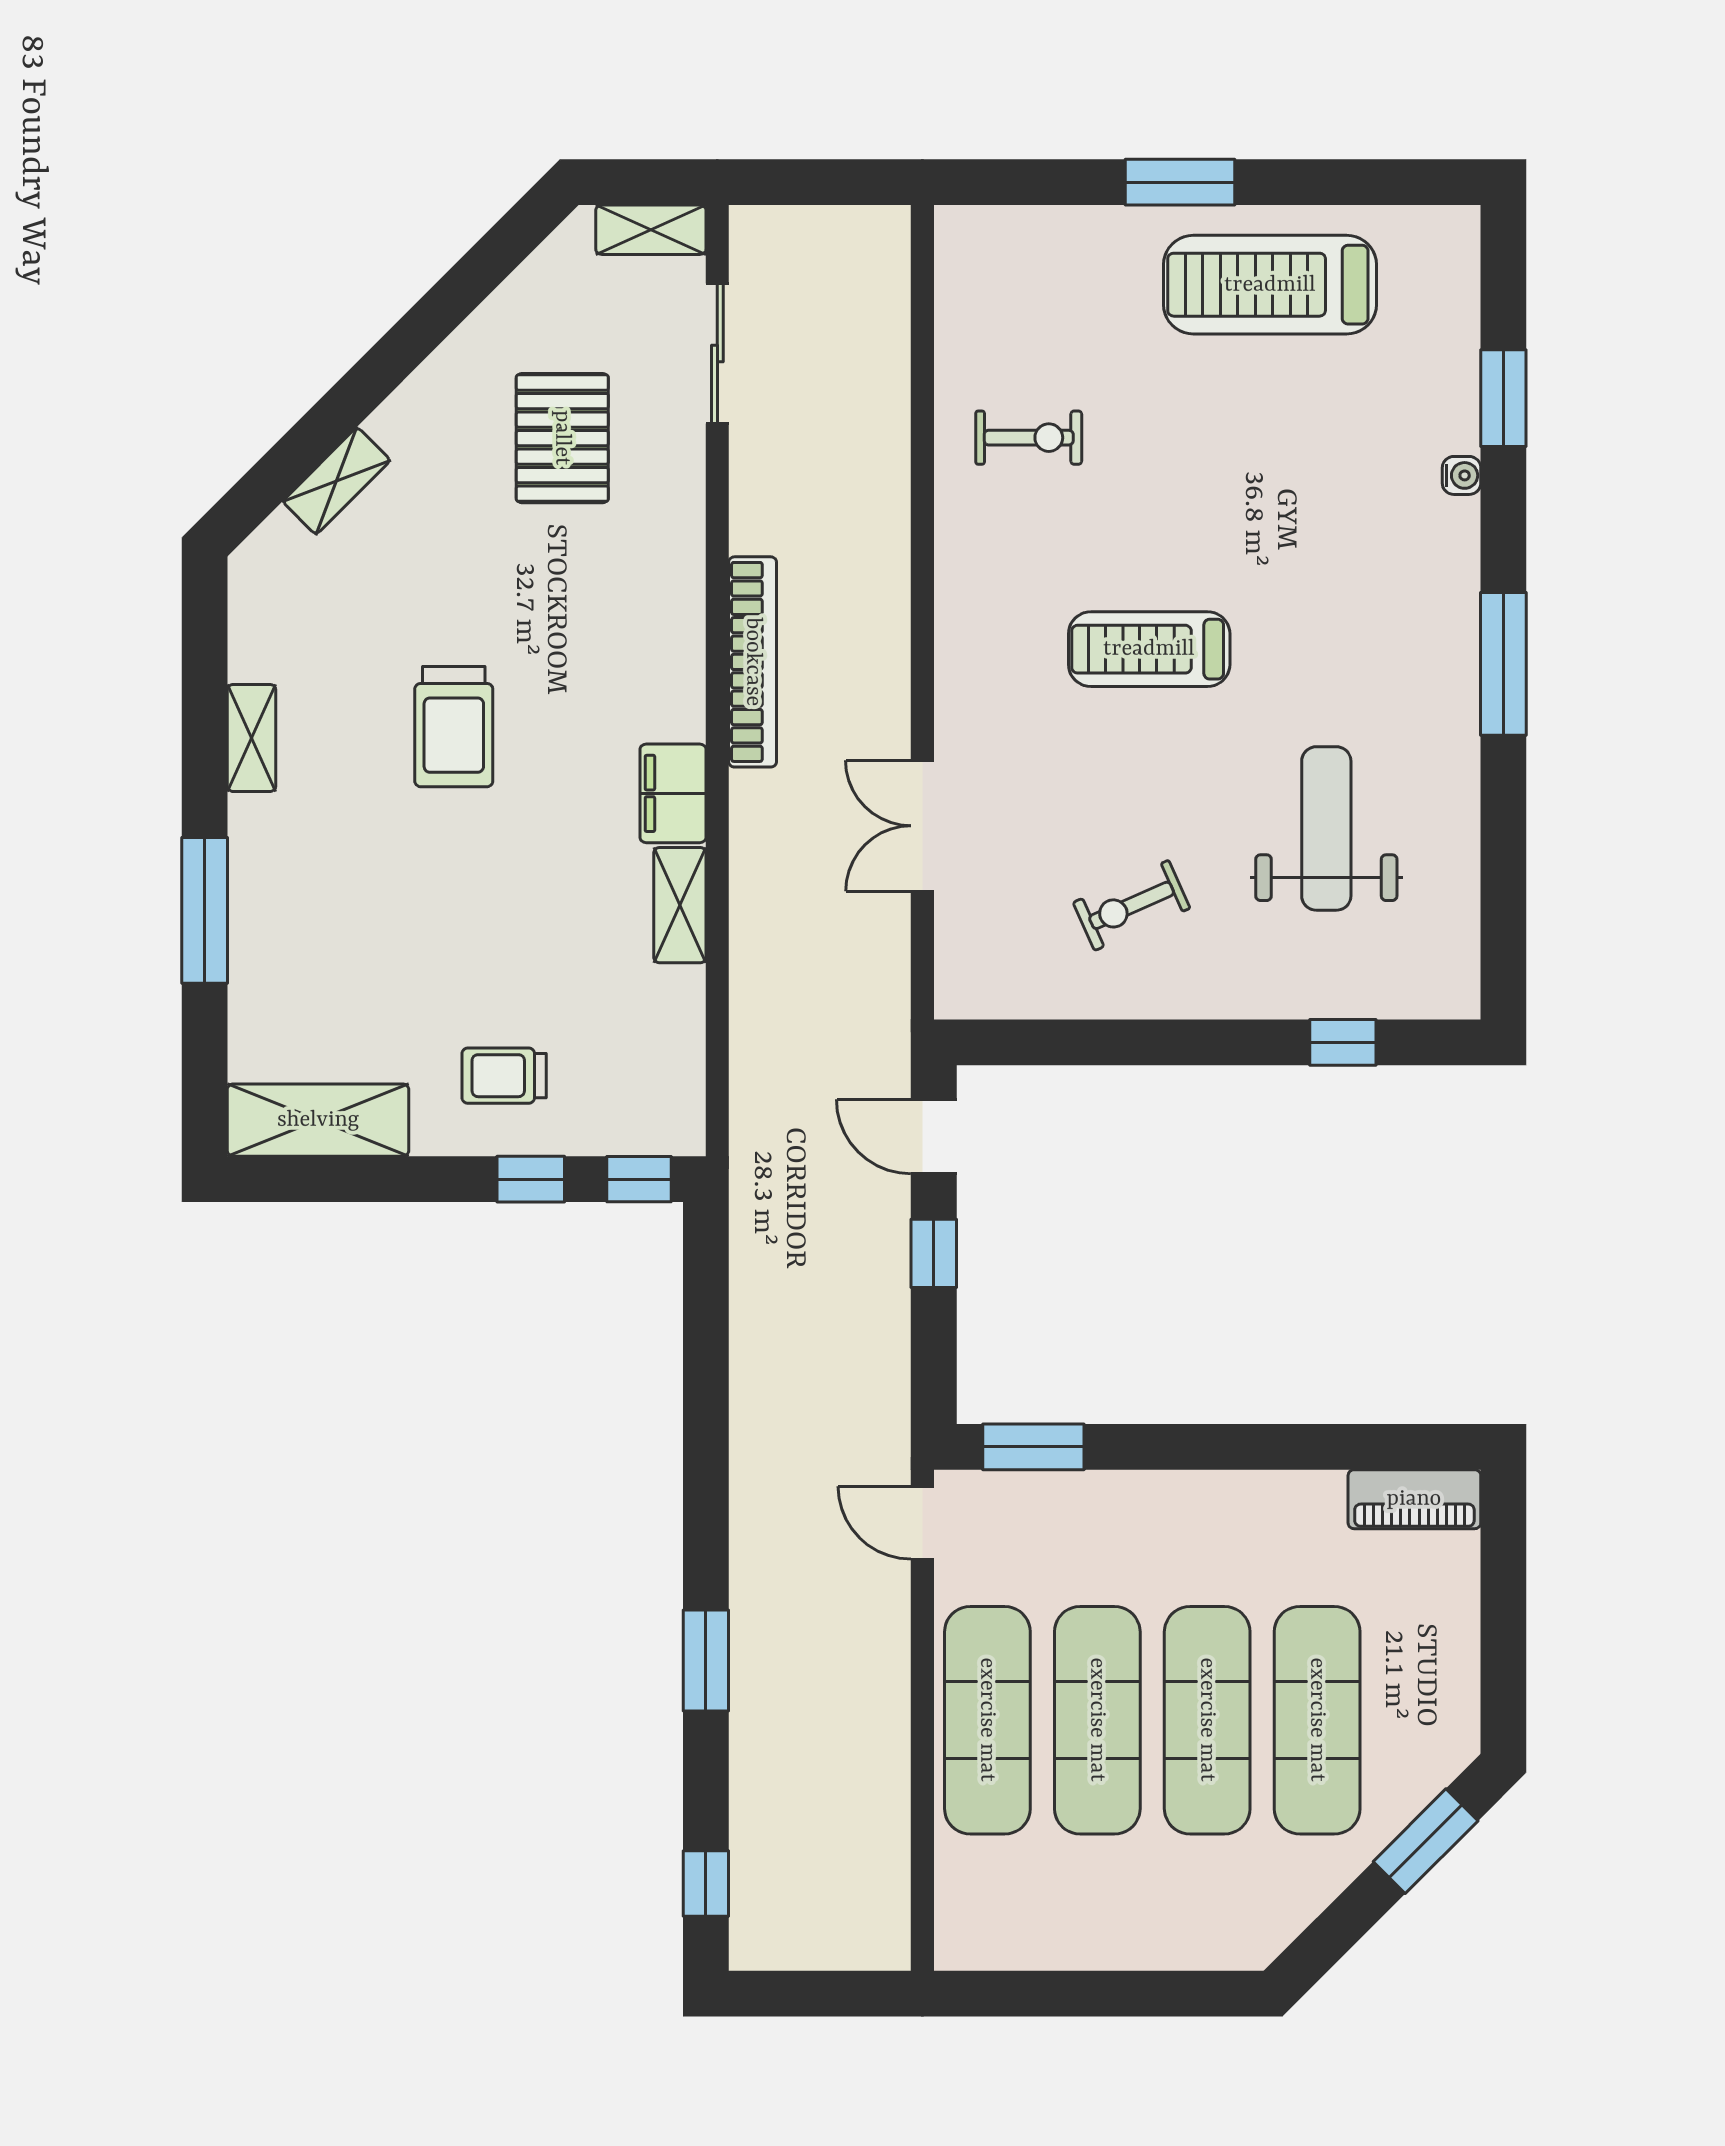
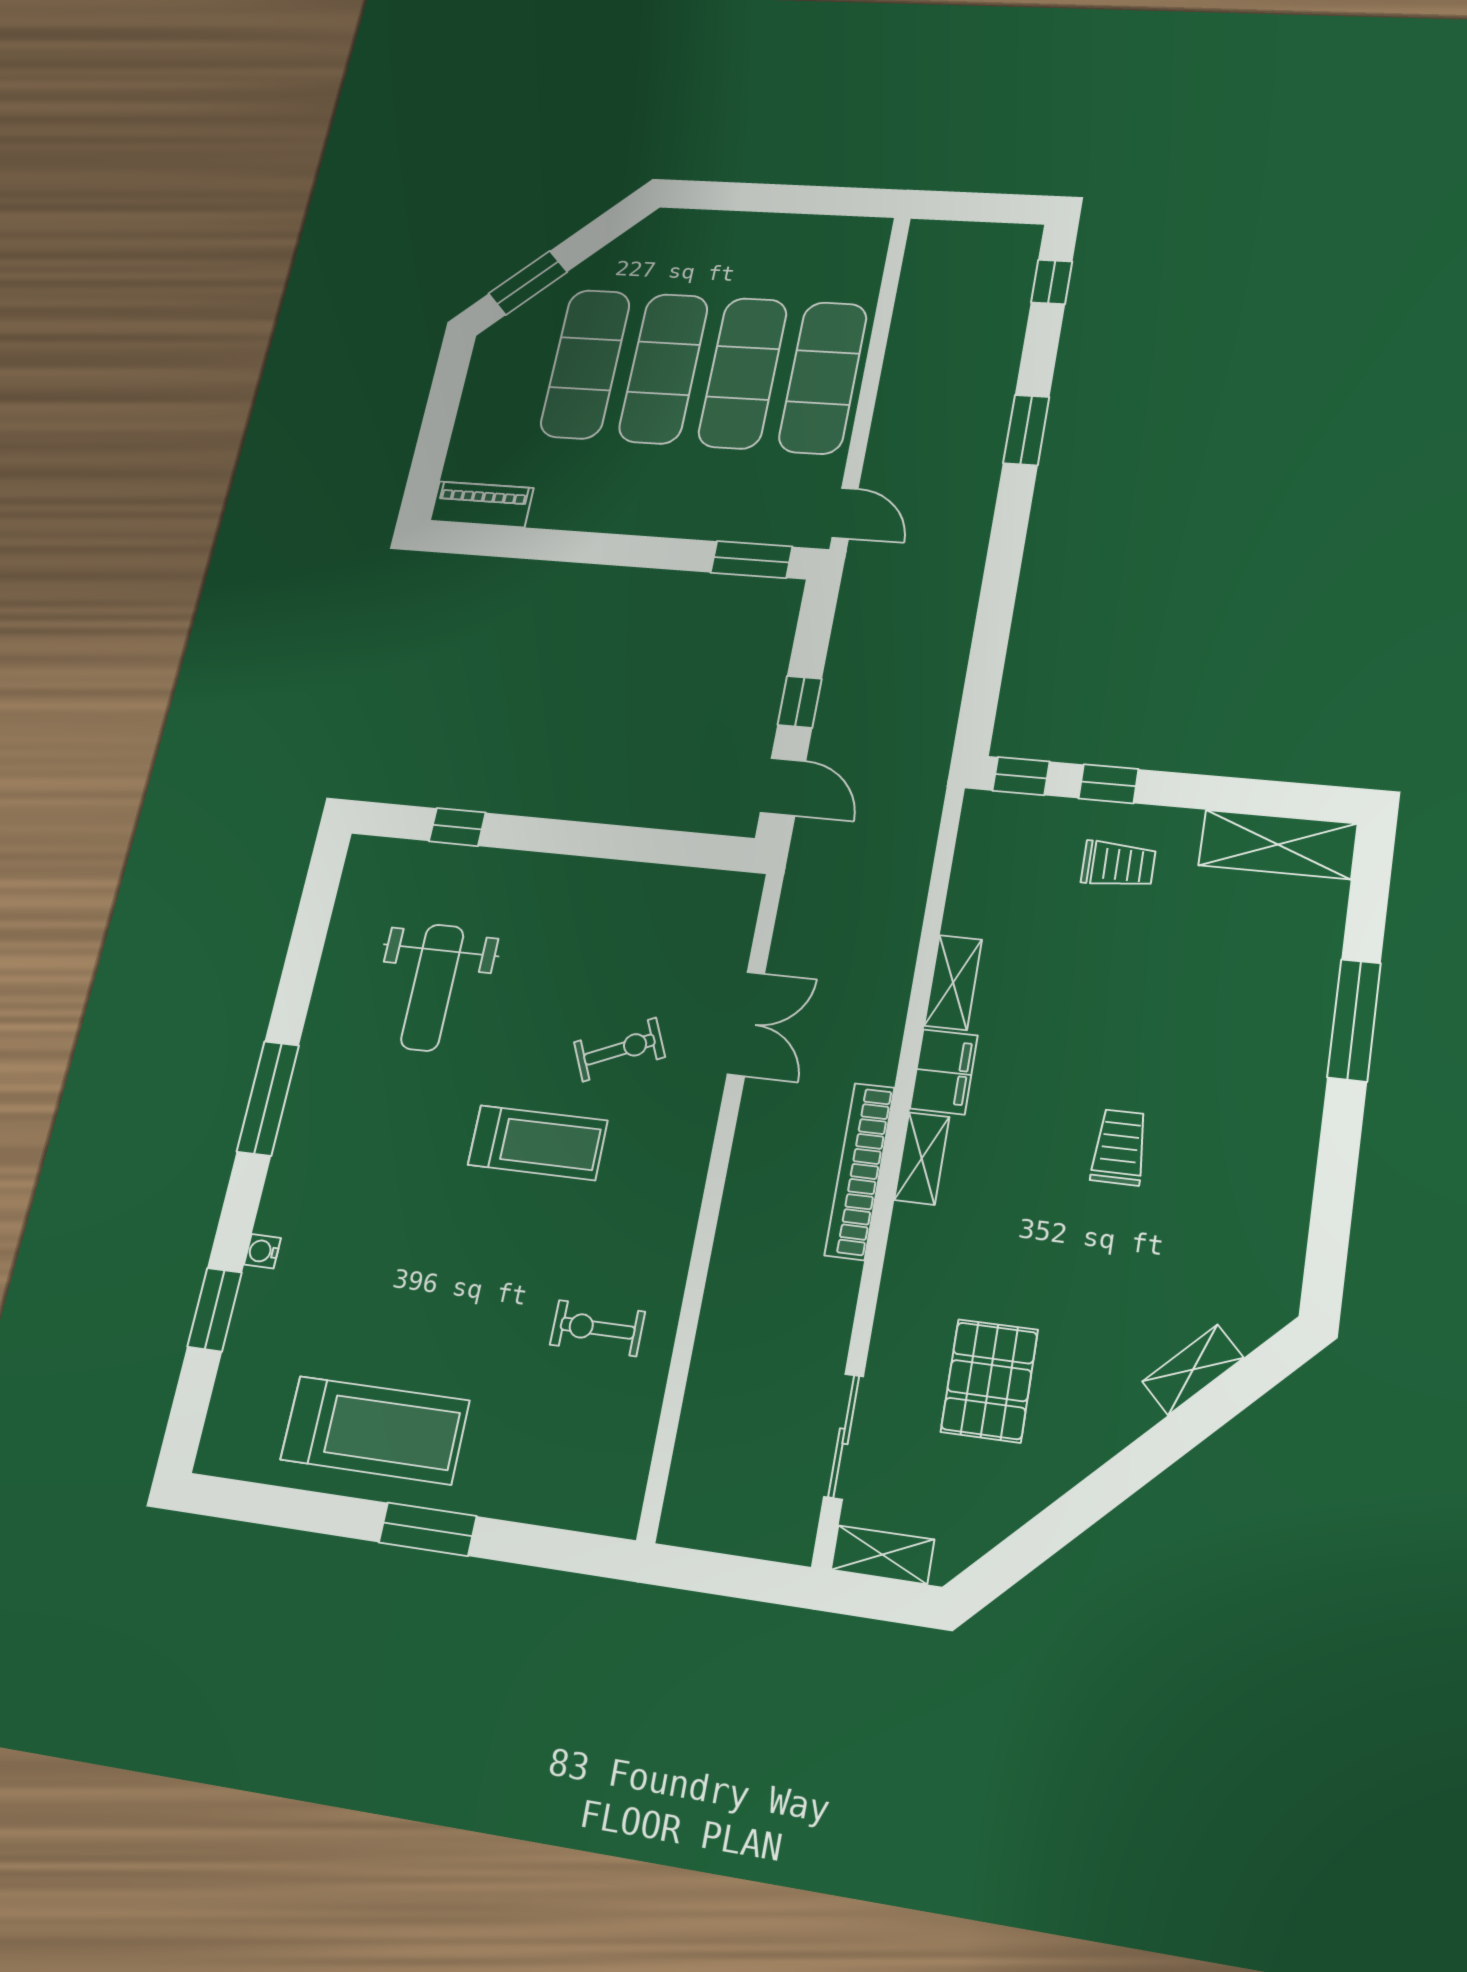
trolley: (454, 727) -> (1120, 1147), width x0.73, depth x0.72
shelving: (252, 738) -> (922, 1158), moved
exercise bike: (1132, 905) -> (619, 1050), moved

